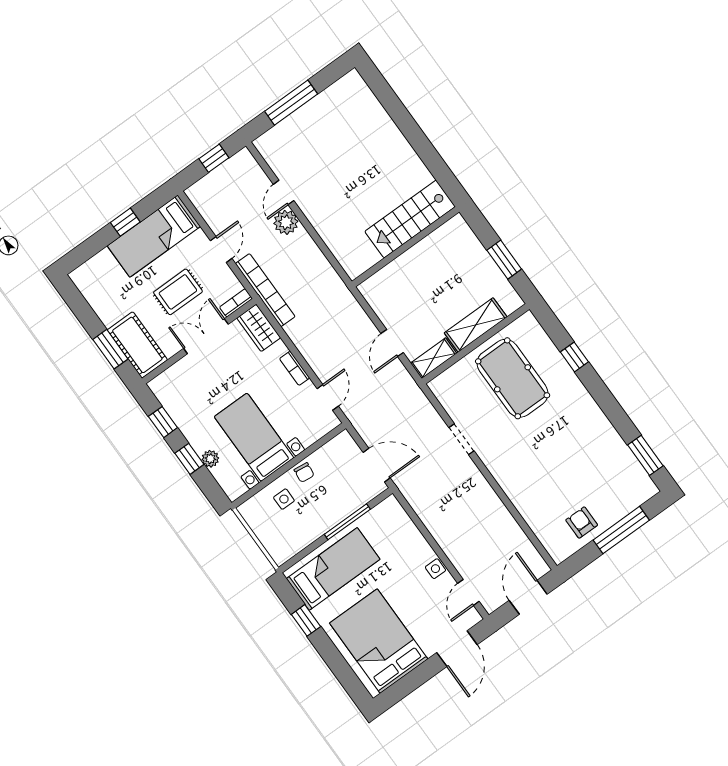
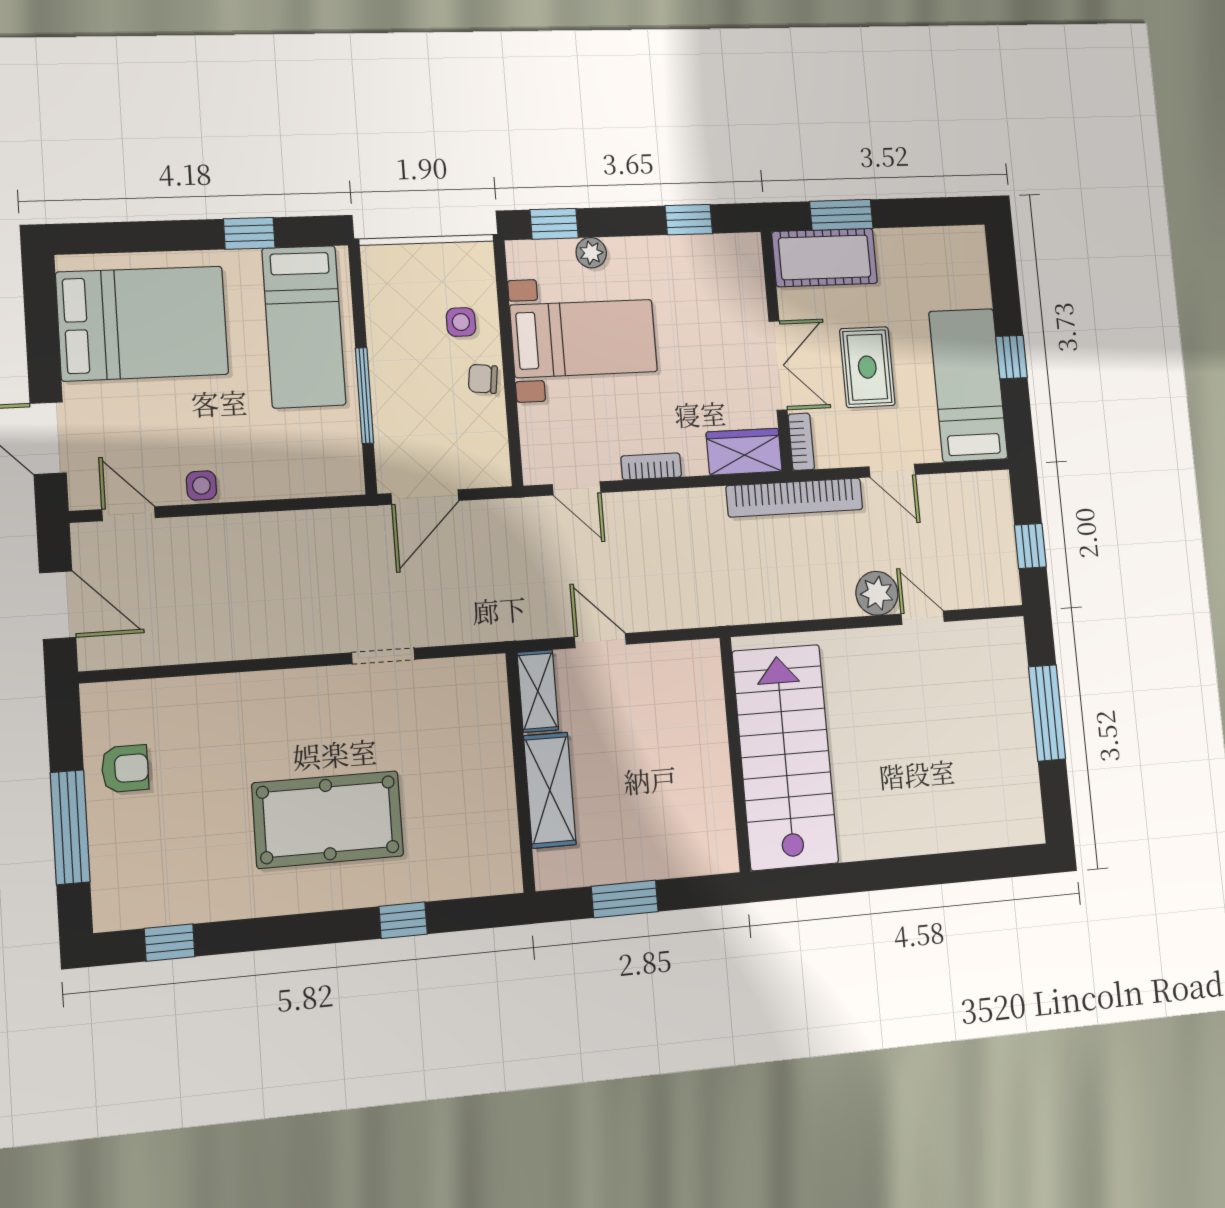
stairs: (410, 219) -> (785, 757), width x1.36, depth x1.51
pool table: (513, 378) -> (328, 820), moved
window: (645, 455) -> (170, 943), width x0.67
window: (189, 459) -> (554, 224), moved

